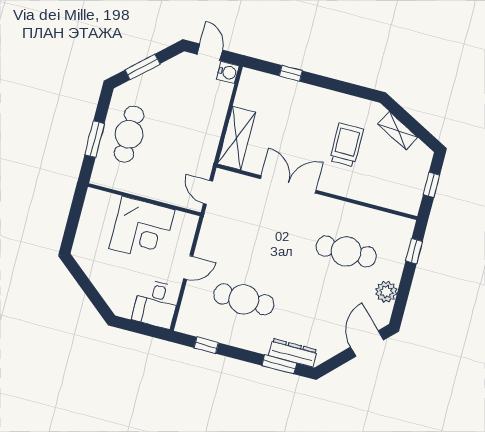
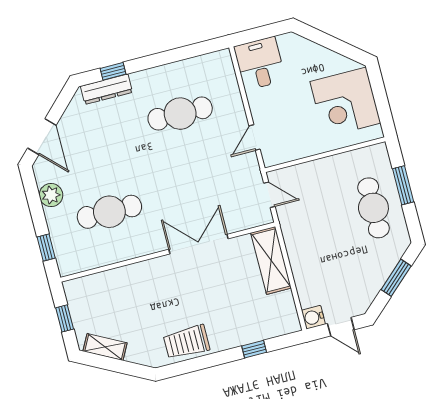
shelving: (398, 131) -> (105, 347), moved
trolley: (347, 145) -> (187, 342), moved, turned 90
double door: (288, 184) -> (199, 244), swing flipped
corner desk: (142, 229) -> (345, 102), moved, turned -90
door: (188, 267) -> (255, 138), moved
window: (206, 345) -> (191, 51), removed
window: (279, 364) -> (113, 71), width x0.67

